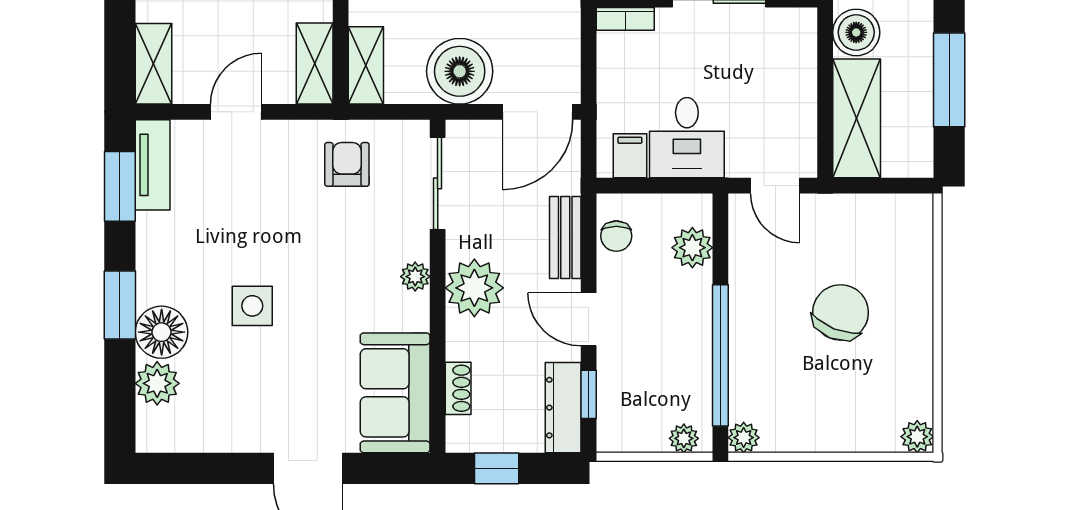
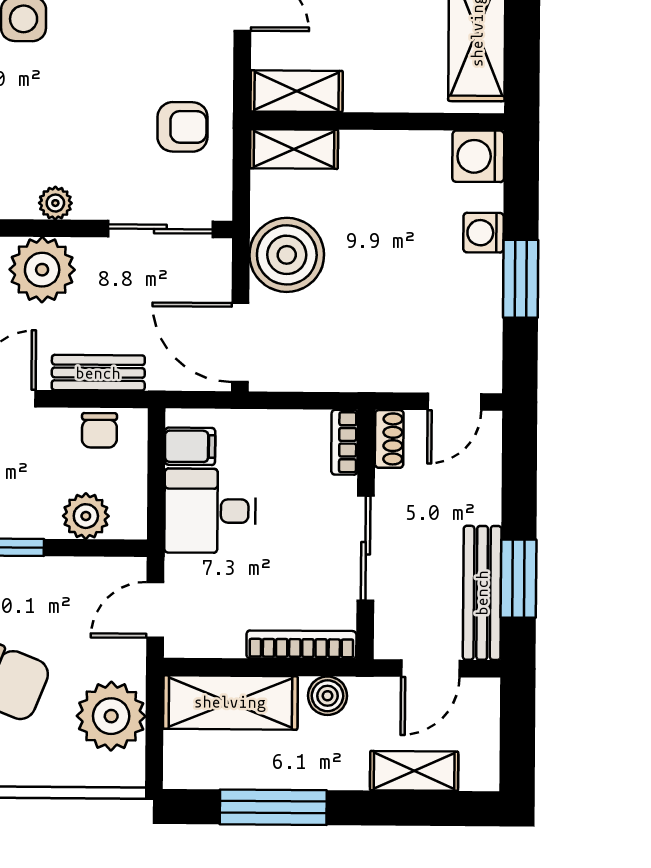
boiler: (856, 32) -> (328, 696), width x0.73, depth x0.73
bookcase: (805, 56) -> (301, 645), added
plant: (869, 224) -> (111, 716), added
chair: (616, 236) -> (99, 430), turned -90

